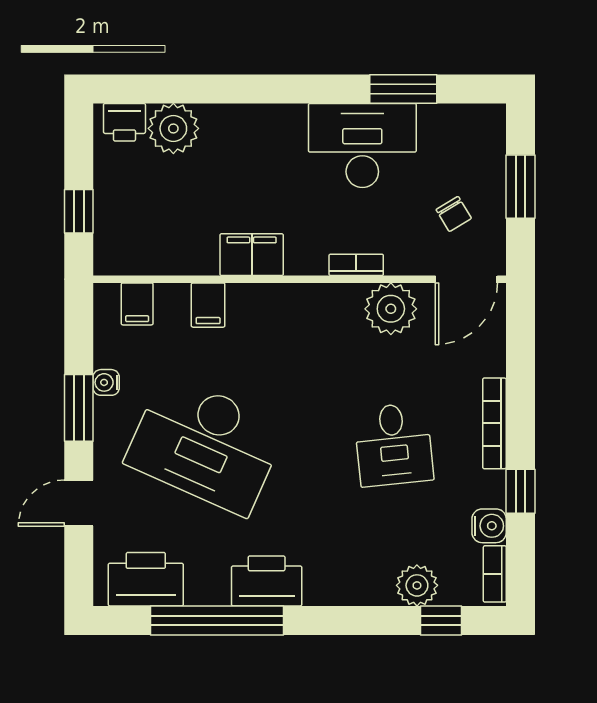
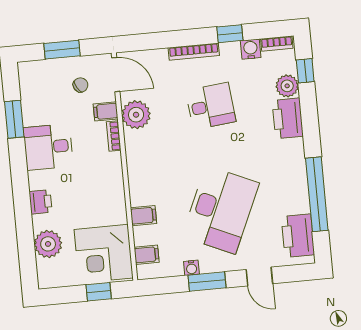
printer: (124, 122) -> (41, 202), moved
desk: (362, 145) -> (48, 147), width x0.73
corner desk: (146, 227) -> (104, 254), added
filing cabinet: (252, 255) -> (106, 111), moved, width x0.50
printer: (267, 581) -> (288, 118), moved

